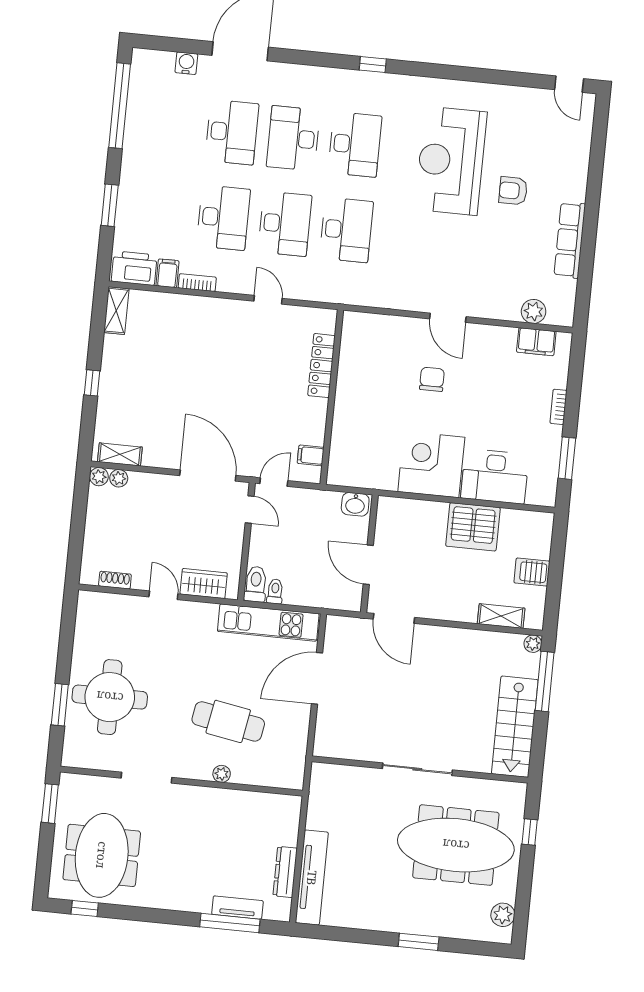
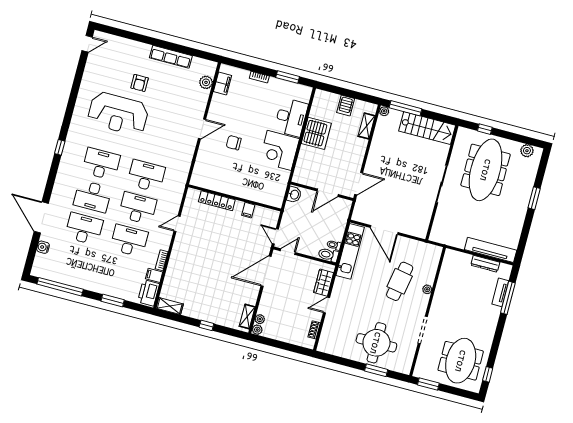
filing cabinet: (311, 455) -> (248, 210), moved
meeting table: (102, 855) -> (461, 361), turned 90

